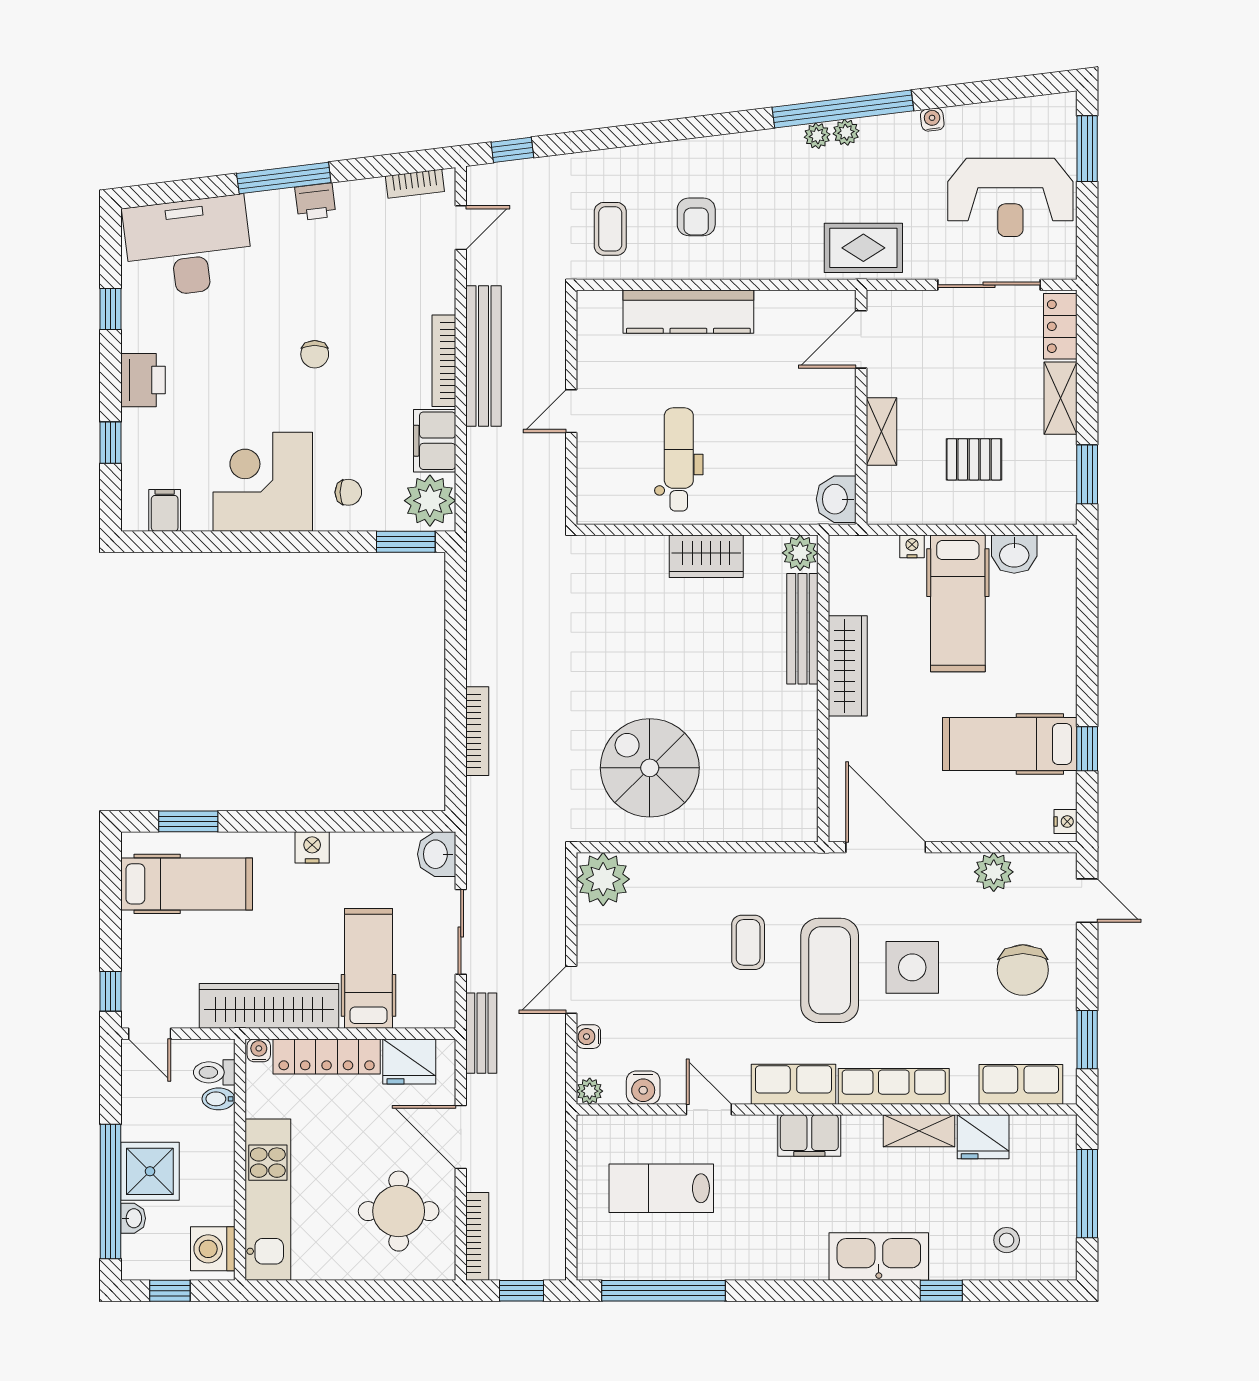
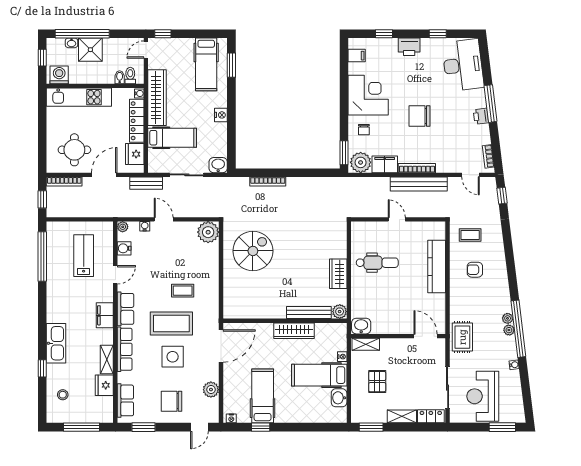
chair: (315, 354) -> (420, 116), width x1.87, depth x1.87
shelving: (881, 431) -> (366, 344), moved

